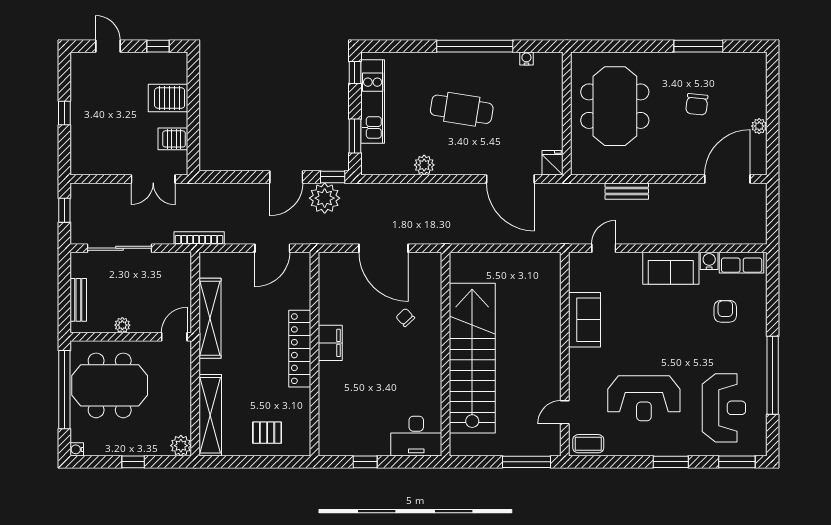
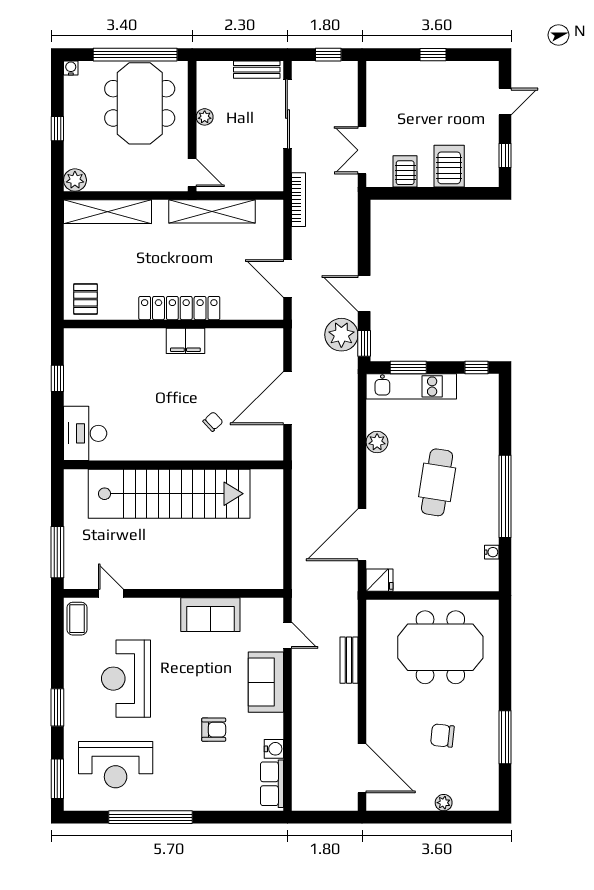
kitchen unit: (373, 101) -> (411, 386), moved
plant: (759, 126) -> (444, 803), moved
sofa: (671, 268) -> (266, 682), moved
bench: (78, 300) -> (257, 70), moved
armchair: (725, 311) -> (214, 730), moved
pallet: (267, 433) -> (86, 299), moved

